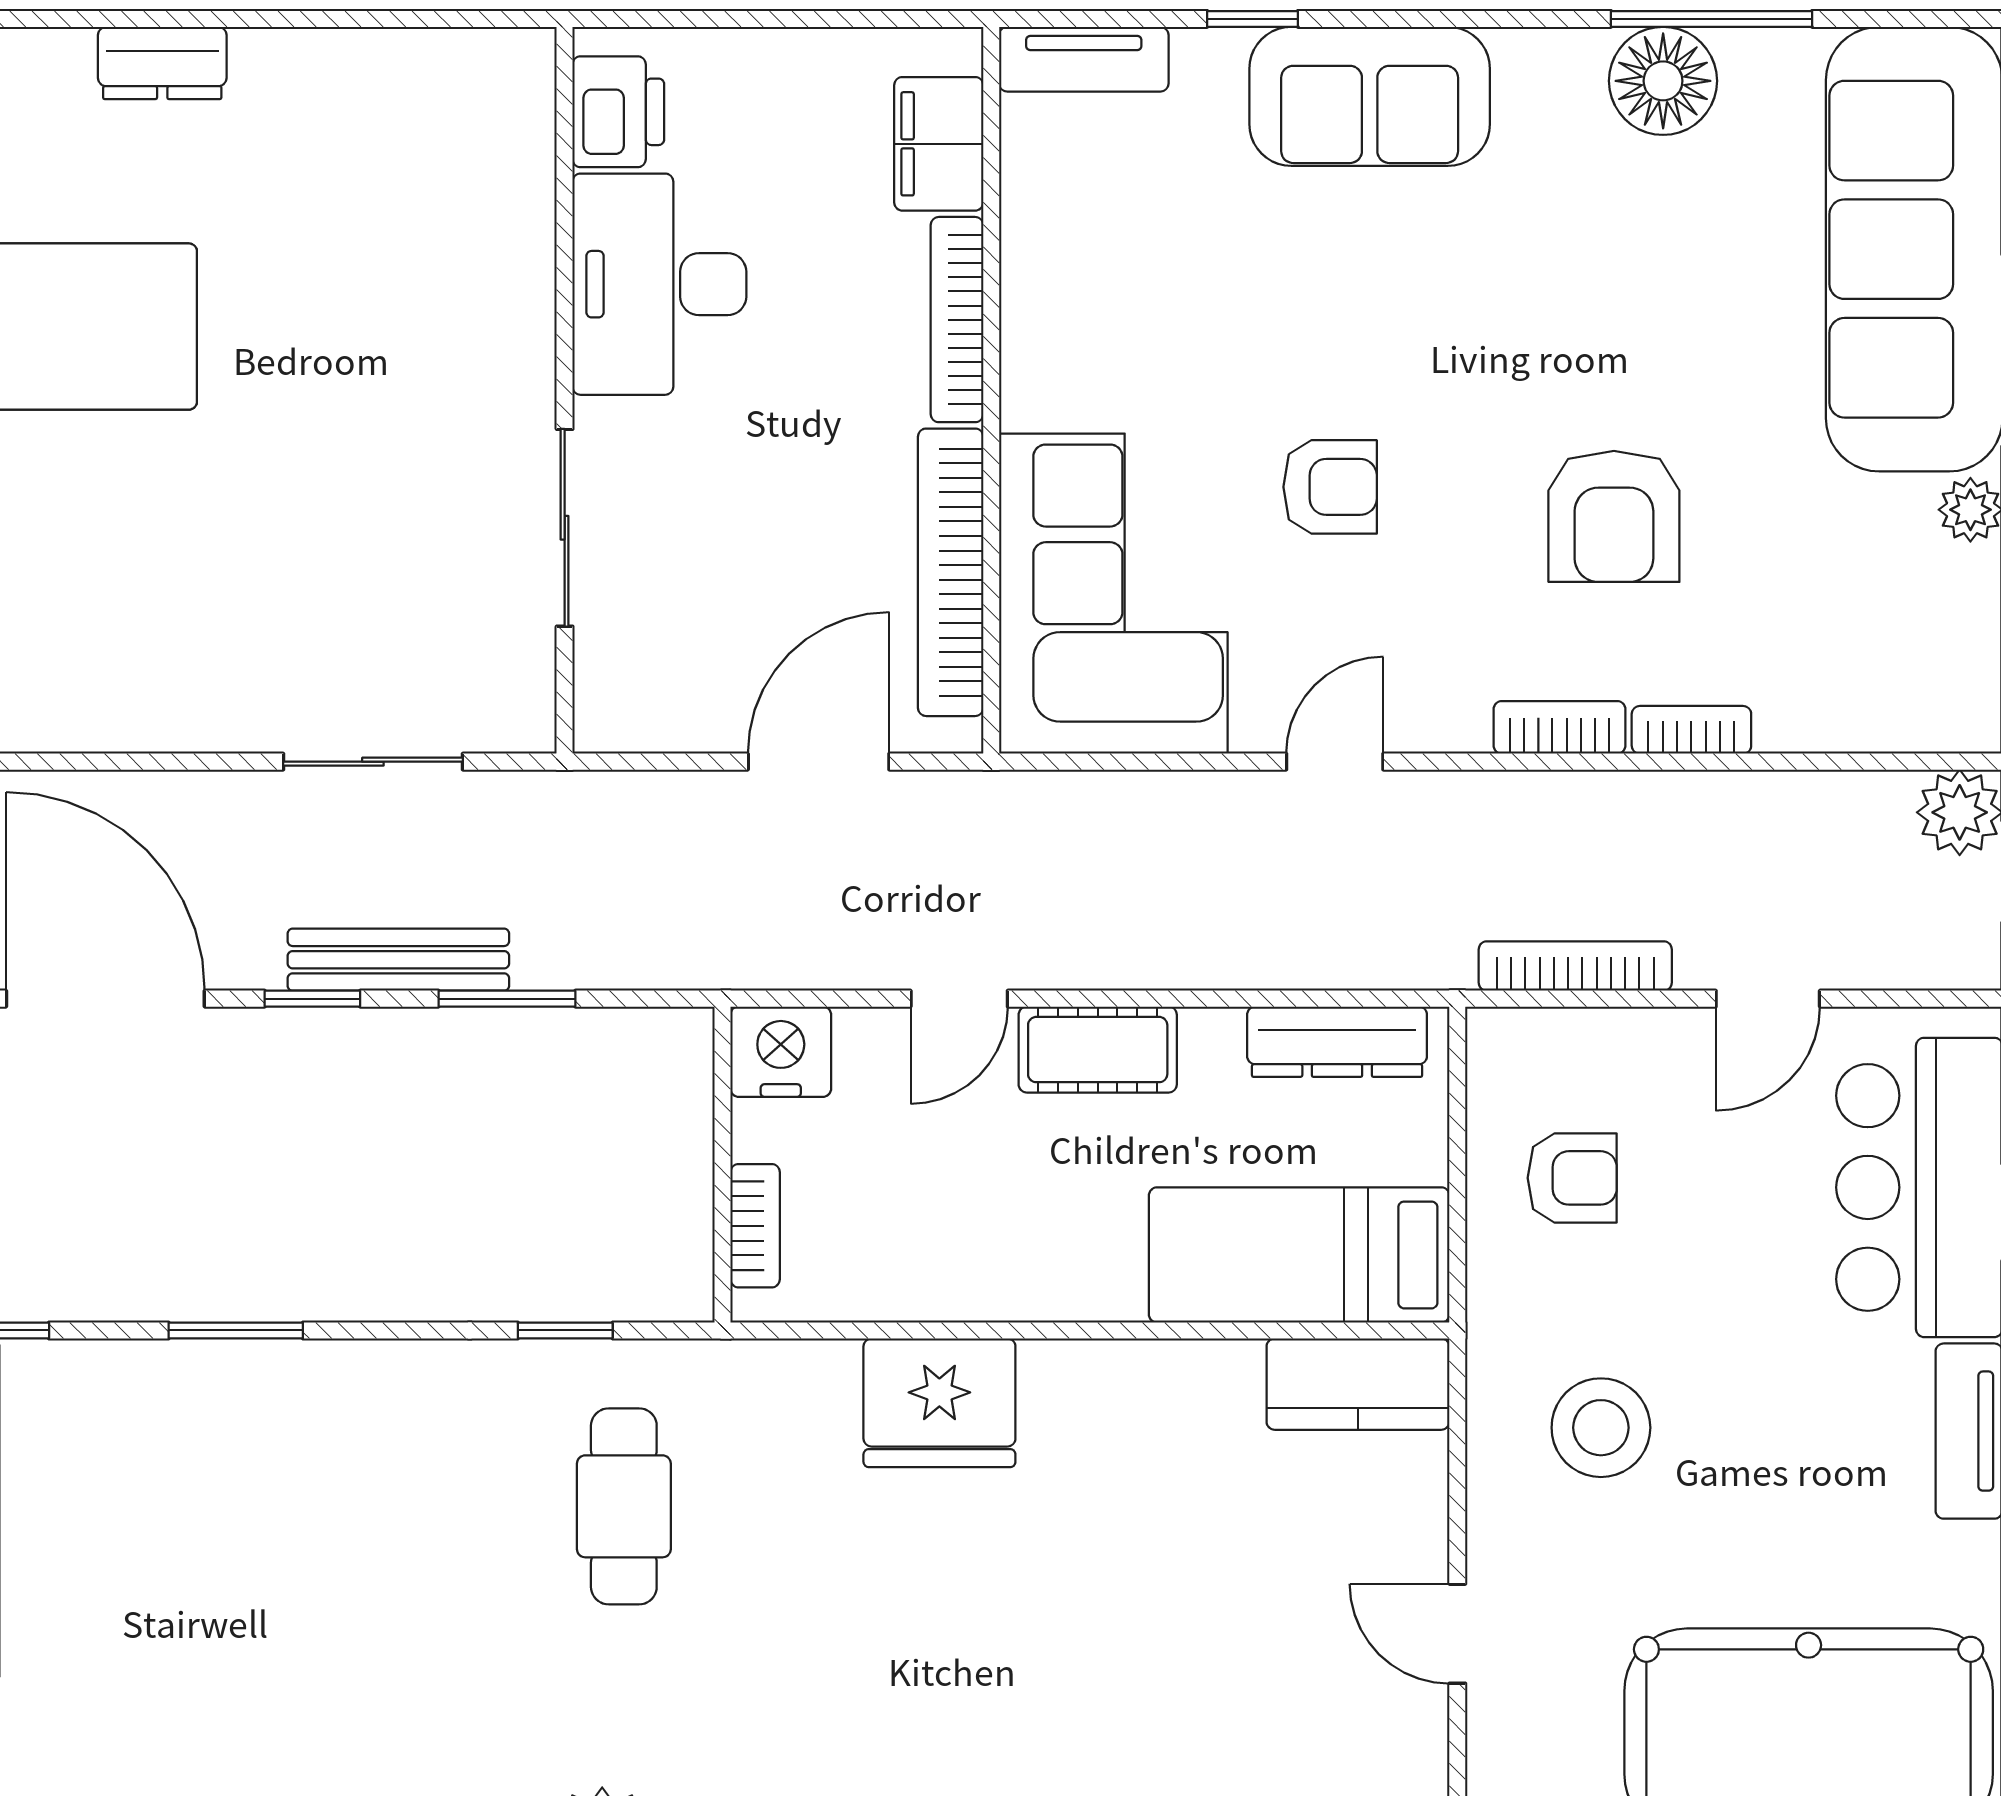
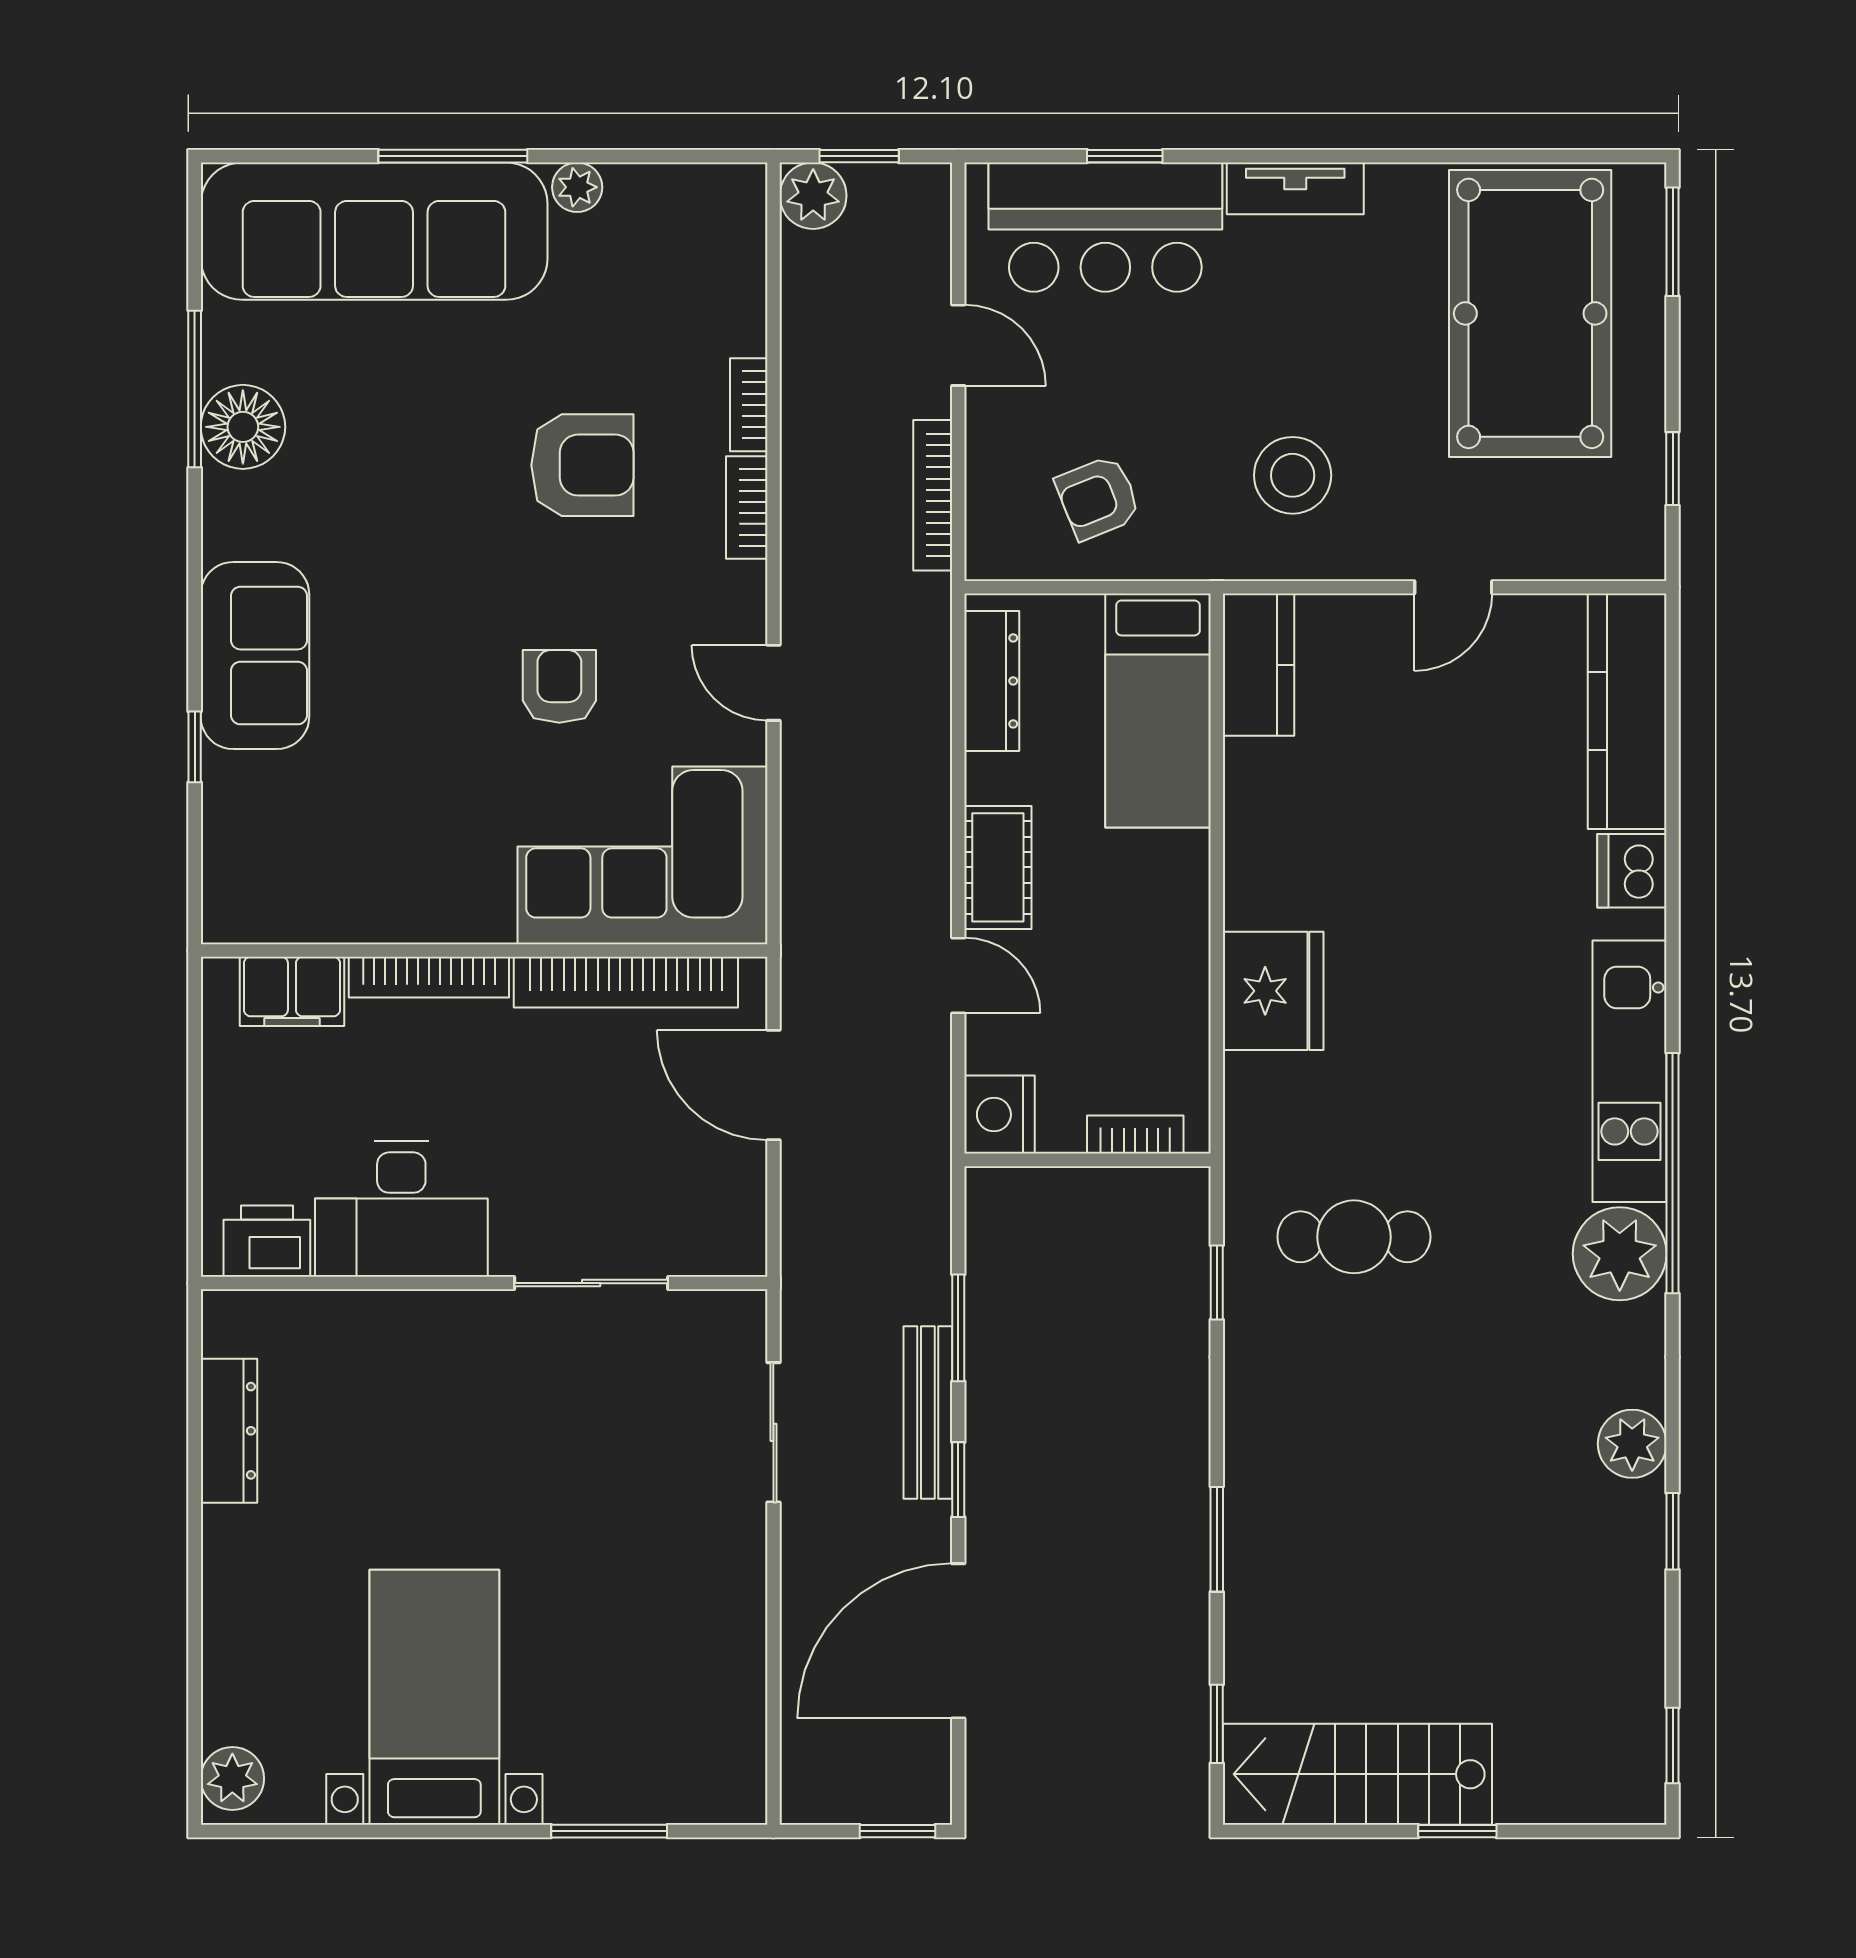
tv unit: (1084, 59) -> (226, 878), removed
dresser: (162, 63) -> (229, 1431), moved, width x1.44
armchair: (1572, 1178) -> (1098, 498), turned -112

